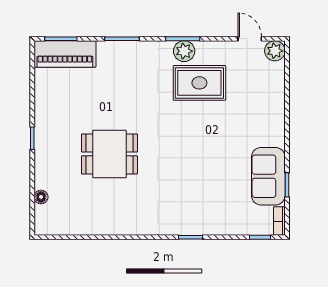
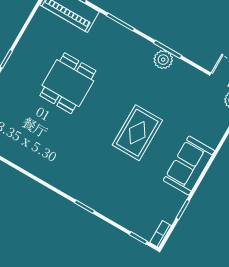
rug: (199, 83) -> (137, 133), moved, turned 90
dining table: (109, 154) -> (68, 83), moved, turned 90
sofa: (268, 176) -> (189, 166), moved

